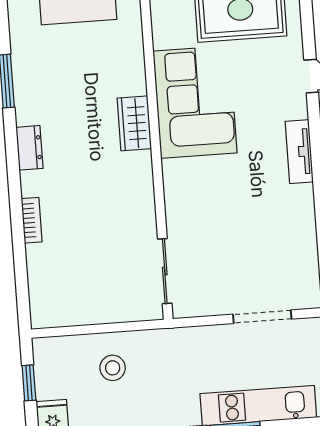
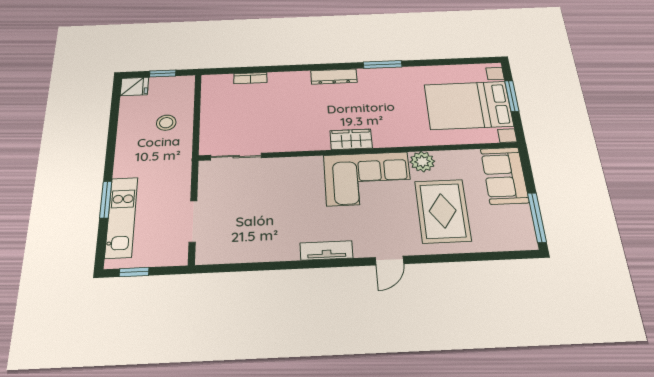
plant: (167, 32) -> (422, 162), added
dresser: (29, 148) -> (334, 77), width x1.44
bookcase: (32, 220) -> (250, 78), moved

